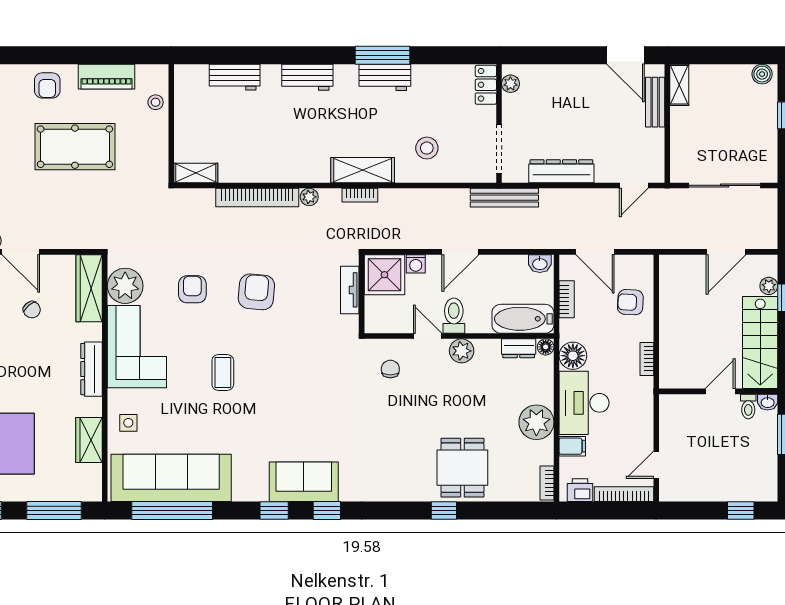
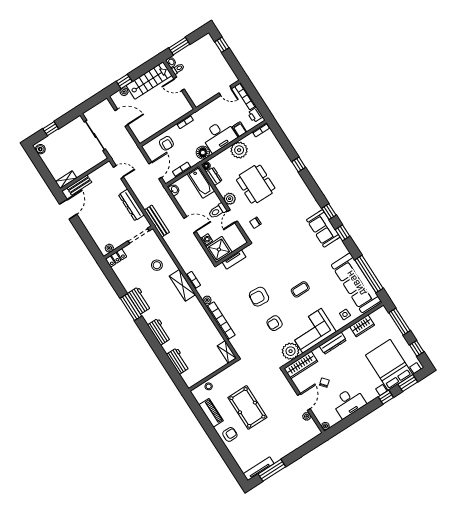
dining table: (462, 468) -> (256, 184), moved, width x1.38

